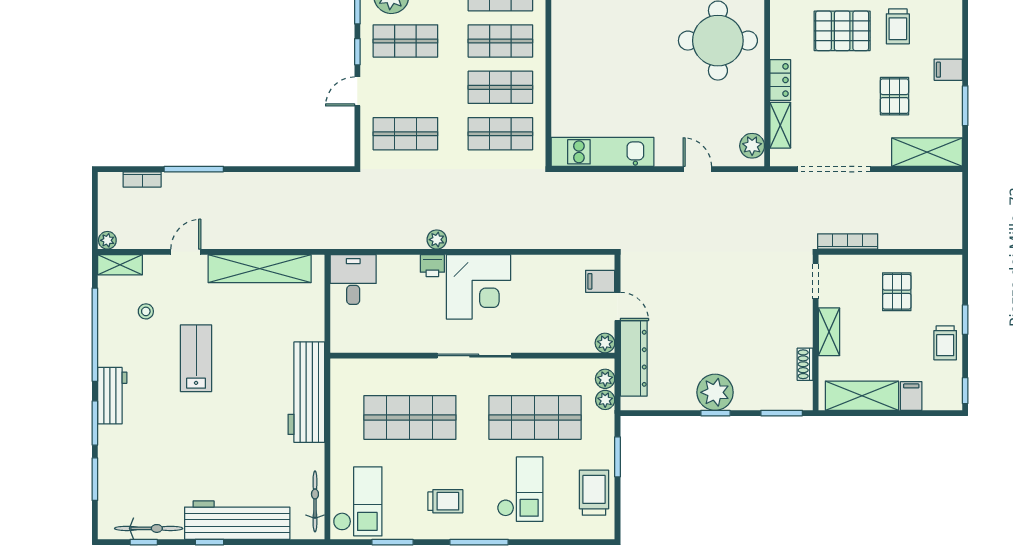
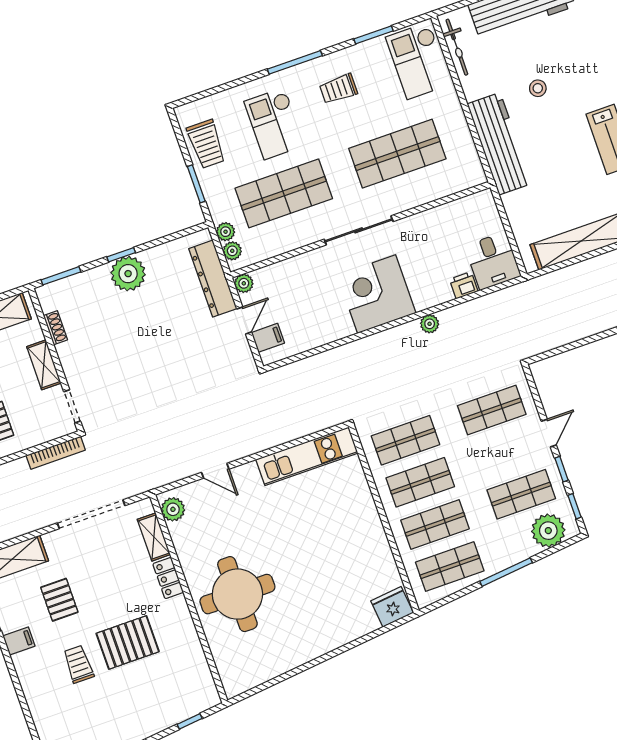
printer: (432, 266) -> (464, 285), moved
door: (618, 306) -> (244, 321), swing flipped
stool: (250, 433) -> (538, 88), added

